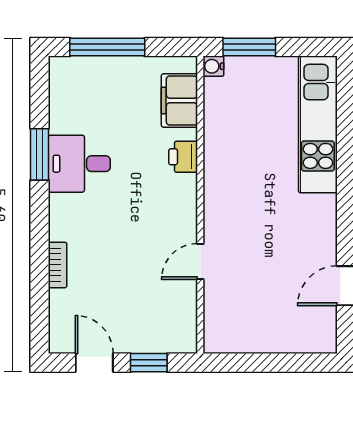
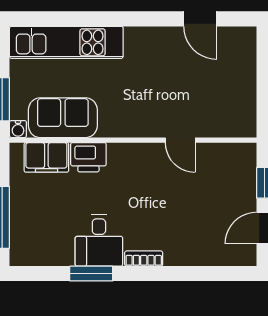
sofa: (227, 120) -> (63, 118), added
printer: (183, 157) -> (88, 157), width x1.36, depth x1.24
bookcase: (58, 265) -> (144, 259), moved

